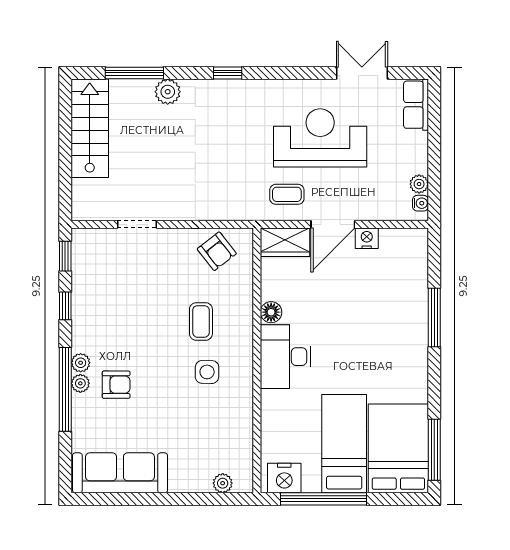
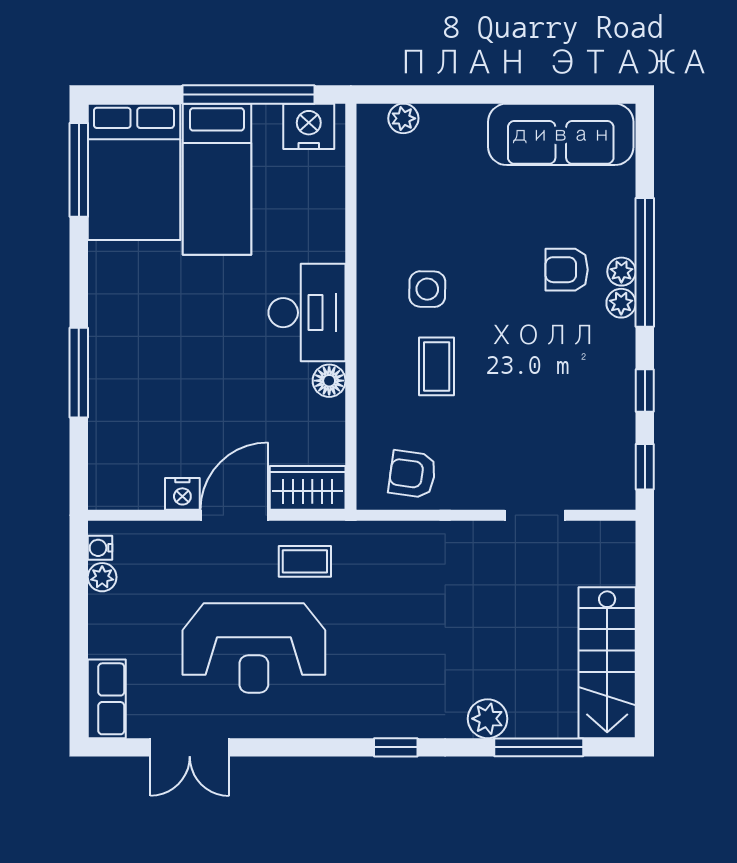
armchair: (217, 251) -> (412, 474), turned -44

